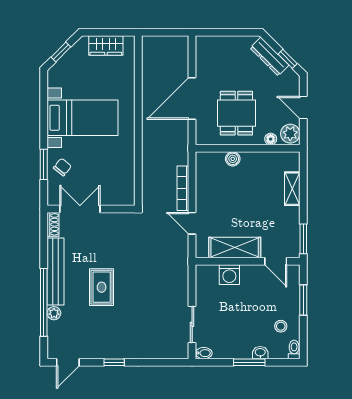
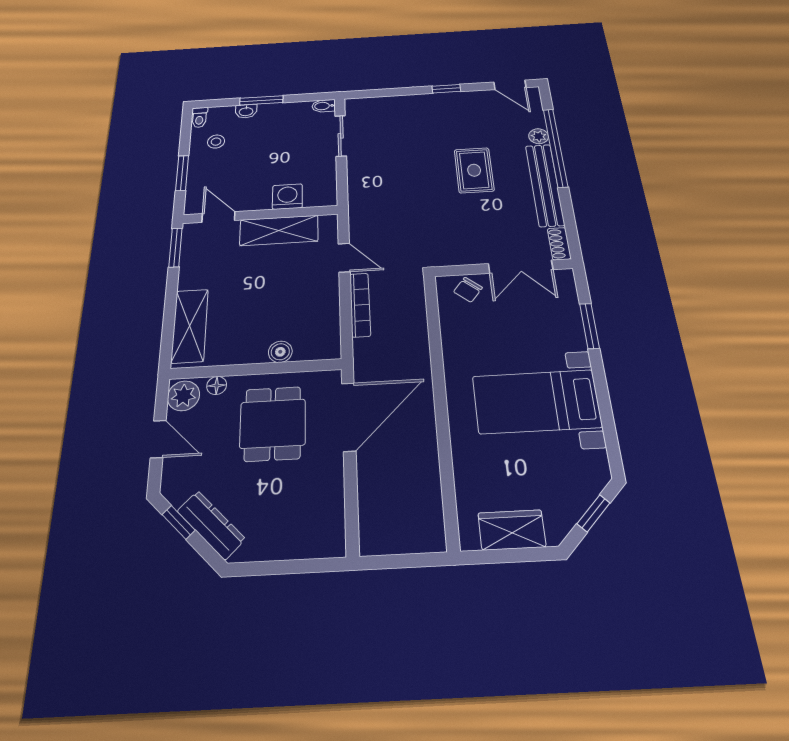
door: (192, 98) -> (349, 417), moved
chair: (62, 167) -> (468, 290), moved
shelving: (292, 189) -> (190, 326), width x1.50, depth x1.33
door: (68, 362) -> (510, 85), swing flipped

